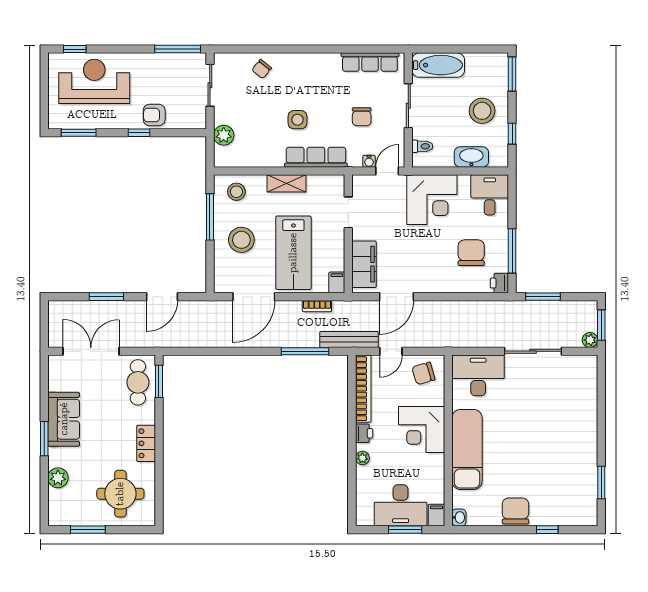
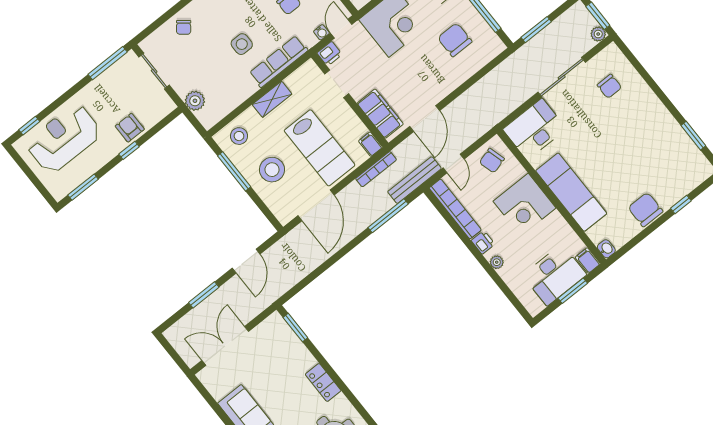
armchair: (154, 115) -> (130, 128), turned 90
printer: (499, 283) -> (330, 54), moved, turned -90
bookcase: (317, 306) -> (376, 169), width x1.56
cafe table: (138, 382) -> (280, 341), removed
chair: (565, 389) -> (609, 86), added

